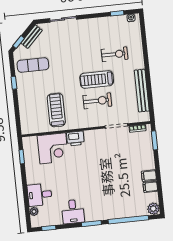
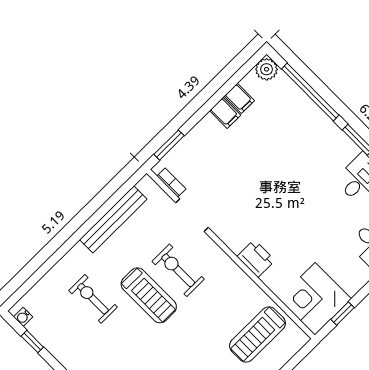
treadmill: (56, 110) -> (258, 334), moved
corner desk: (53, 148) -> (315, 299), moved, turned -90

